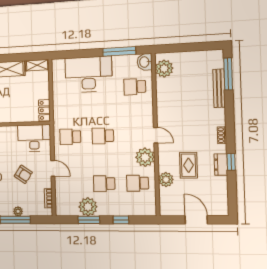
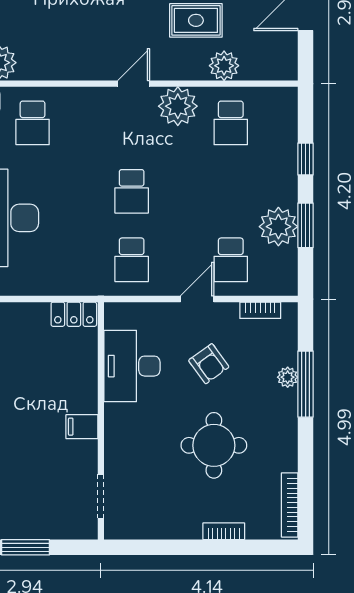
desk: (34, 138) -> (132, 366), moved
armchair: (23, 174) -> (209, 364), turned 110
school desk: (104, 184) -> (231, 260), moved

